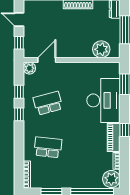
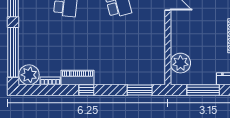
desk: (103, 100) -> (121, 66), removed

